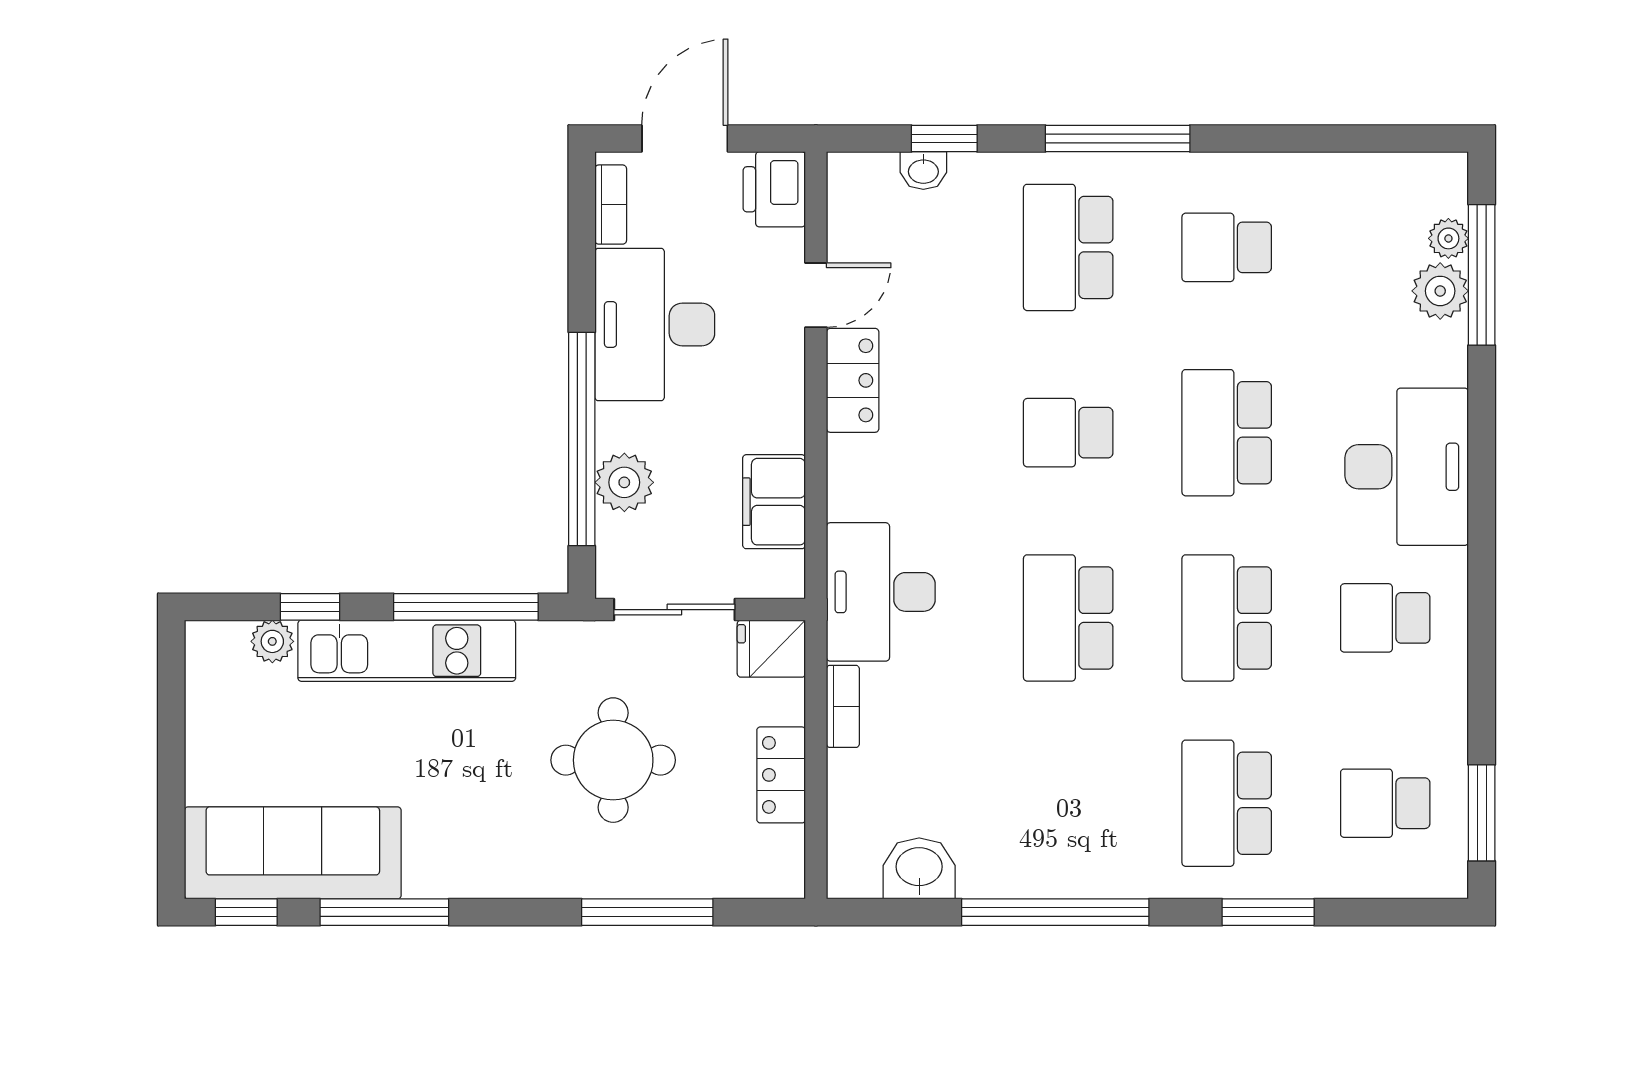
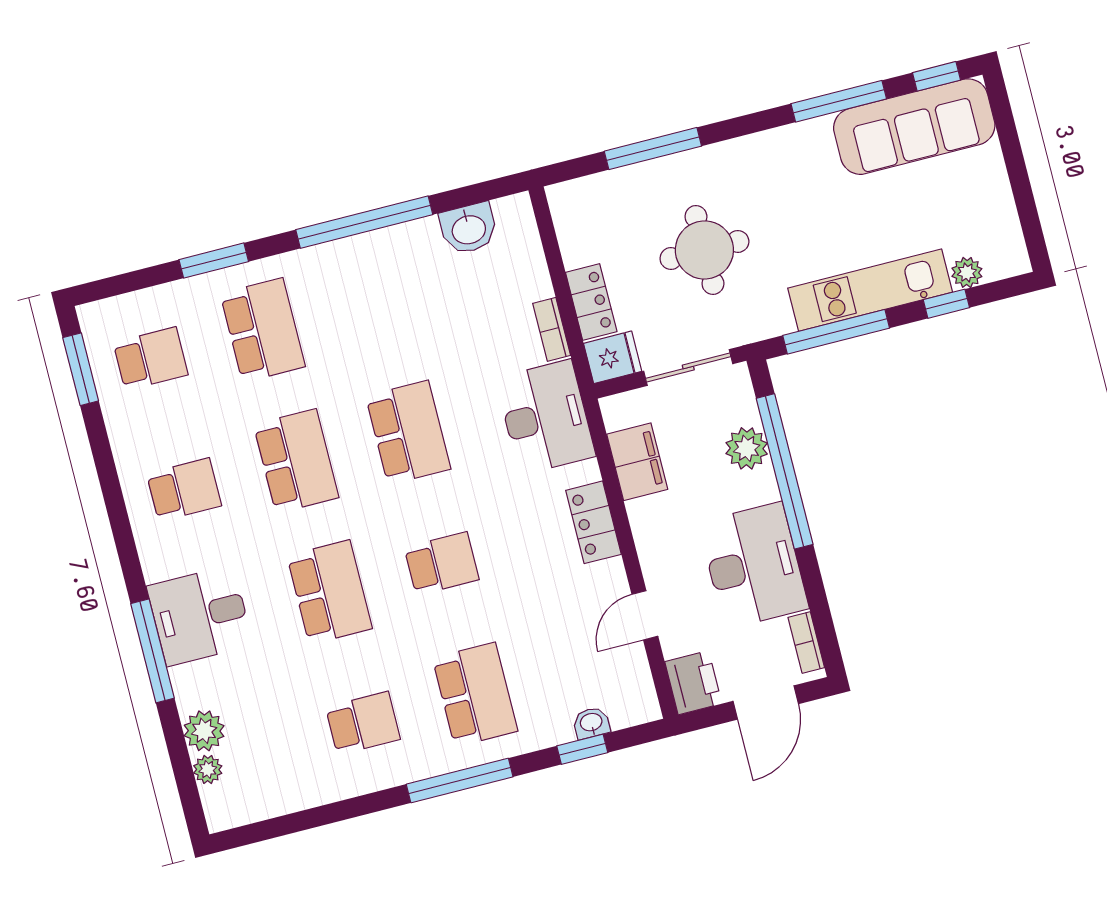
window: (1482, 275) -> (153, 651), moved
locker: (853, 380) -> (593, 522), moved
desk: (1407, 467) -> (200, 616), width x0.73
locker: (781, 775) -> (591, 302), moved

